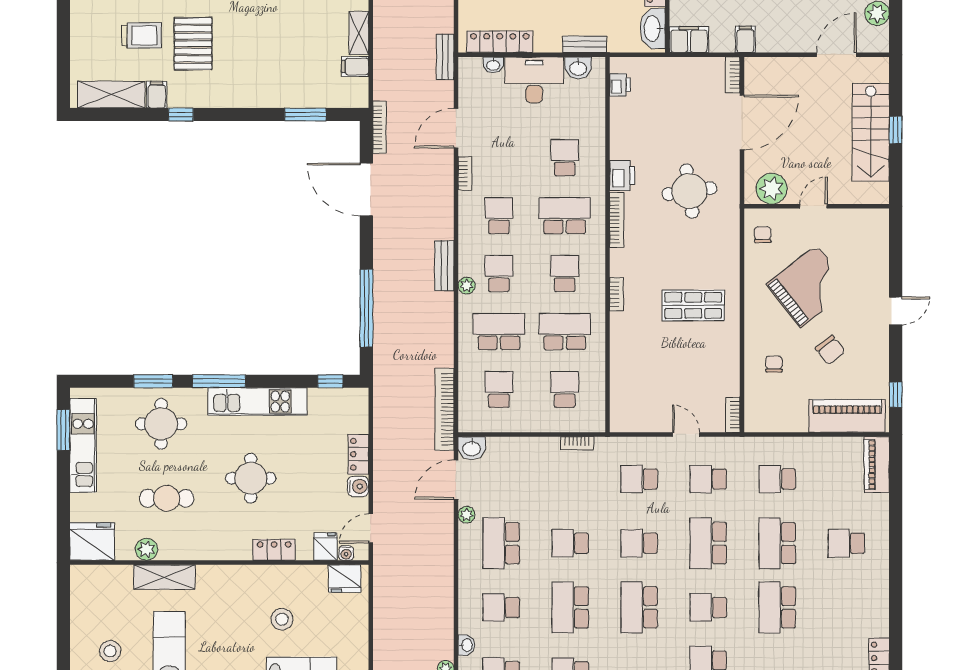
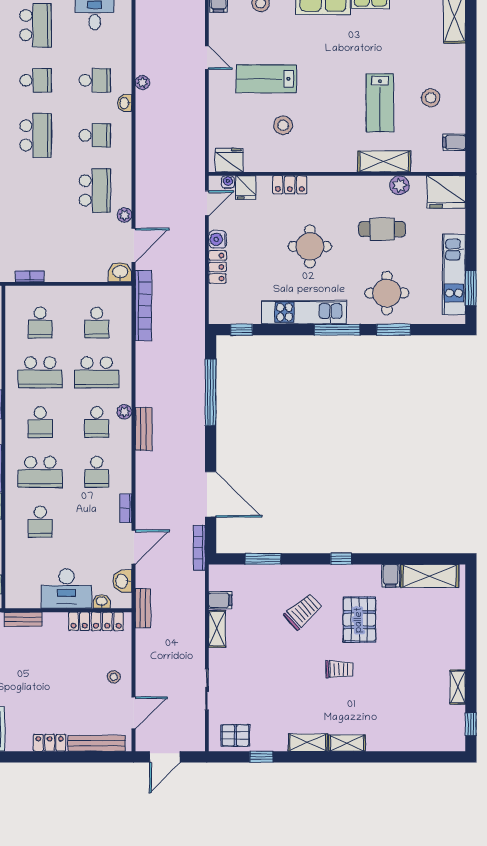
trolley: (142, 35) -> (303, 611), moved, turned 138
washbasin: (578, 68) -> (122, 581), moved, turned -90
window: (181, 114) -> (341, 559), moved
school desk: (570, 543) -> (36, 191), removed
filing cabinet: (83, 599) -> (454, 142), added

